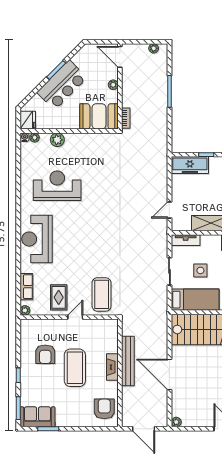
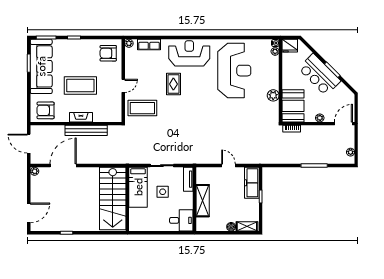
plant: (57, 140) -> (273, 95), moved
reception desk: (57, 186) -> (234, 71), width x1.36, depth x1.30
door: (169, 210) -> (229, 166), moved
rug: (59, 297) -> (173, 84), moved, turned 90
door: (75, 317) -> (123, 86), hinge flipped
armchair: (45, 354) -> (108, 53), moved
door: (169, 374) -> (63, 166), moved
armchair: (104, 409) -> (46, 110), turned 180
sofa: (37, 417) -> (41, 66), width x1.85, depth x1.27
door: (144, 429) -> (29, 144), hinge flipped

